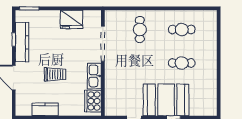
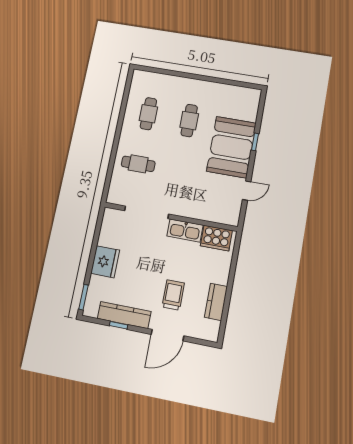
fridge: (71, 19) -> (105, 262), moved
trolley: (55, 74) -> (173, 295), moved

